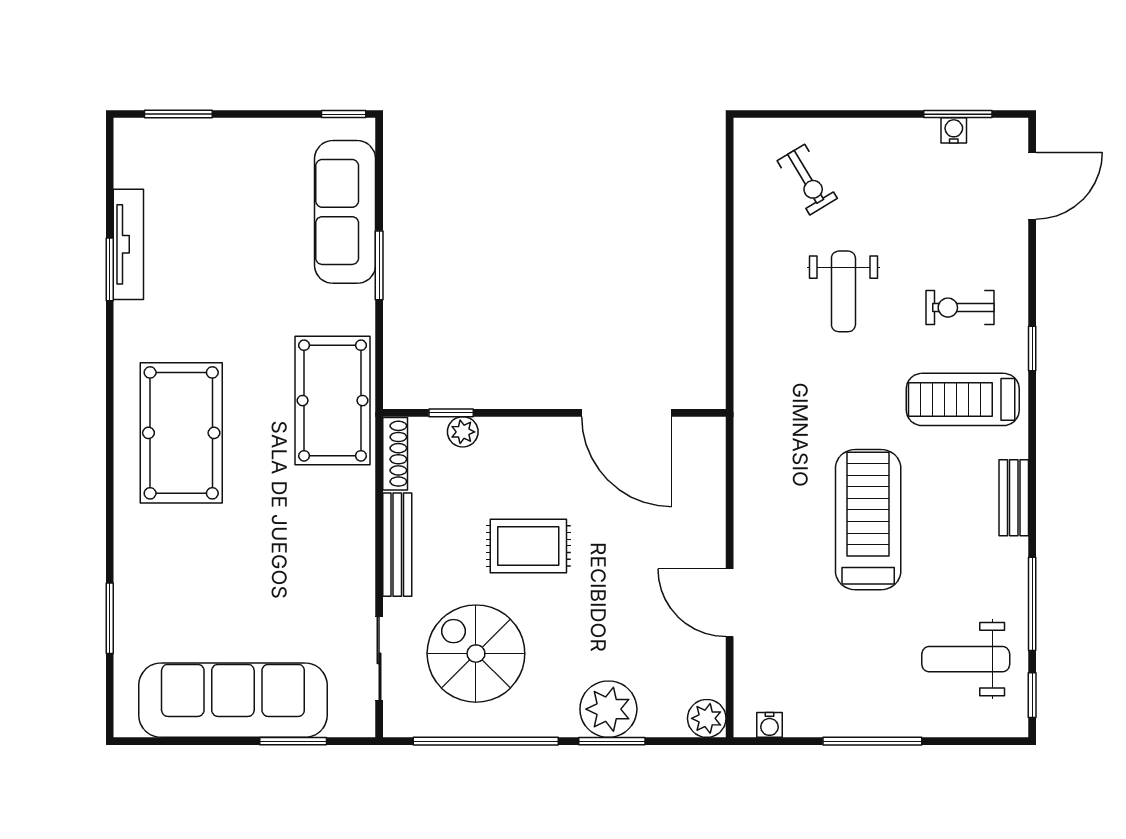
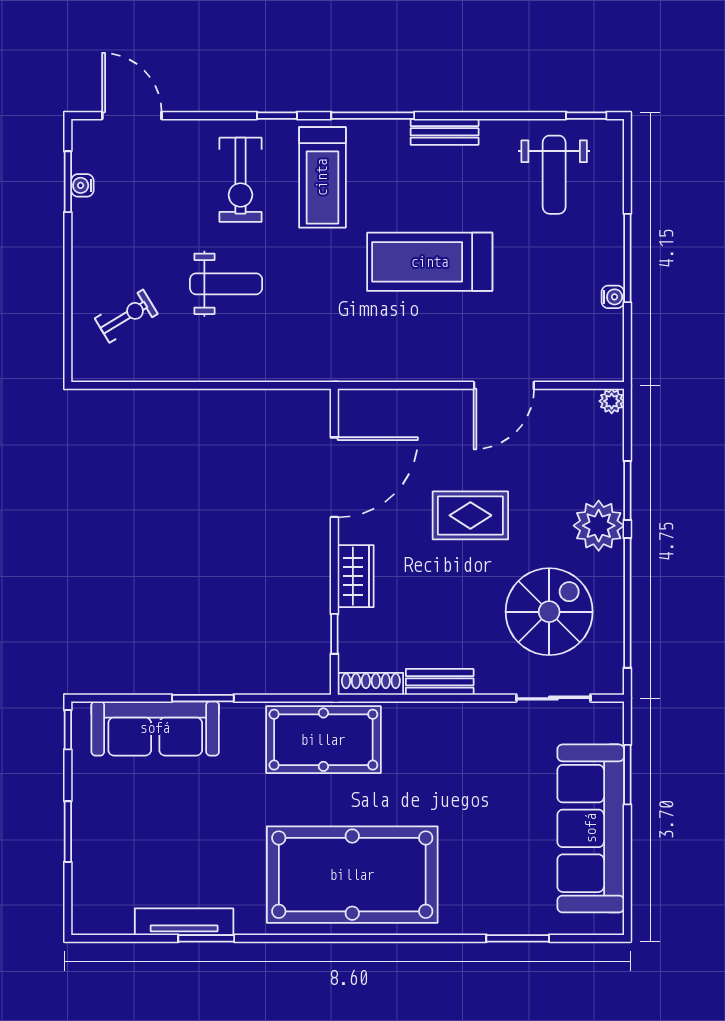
window: (178, 114) -> (68, 832), moved
exercise bike: (960, 308) -> (240, 180), width x1.38, depth x1.39
plant: (463, 432) -> (351, 623), removed
pool table: (181, 433) -> (352, 875), width x1.36, depth x1.32
wardrobe: (516, 437) -> (356, 576), added
bench: (1014, 498) -> (445, 132), moved
bench: (397, 545) -> (440, 682), width x0.73
rug: (528, 546) -> (470, 515), moved, turned 90
window: (1032, 604) -> (373, 116), moved
spiral stairs: (476, 654) -> (549, 612), turned 180
plant: (608, 709) -> (599, 526), moved
plant: (707, 718) -> (612, 401), width x0.73, depth x0.73
water cooler: (769, 725) -> (613, 297), moved

